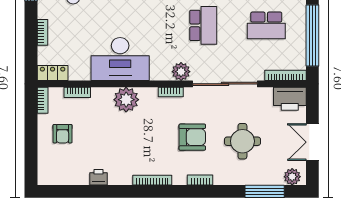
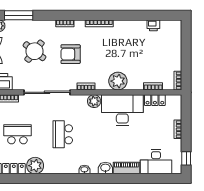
plant: (181, 72) -> (94, 101), moved
locker: (53, 73) -> (155, 100), moved
armchair: (63, 134) -> (164, 57), removed
round table: (242, 141) -> (34, 51), turned 38
printer: (98, 177) -> (153, 25), moved

